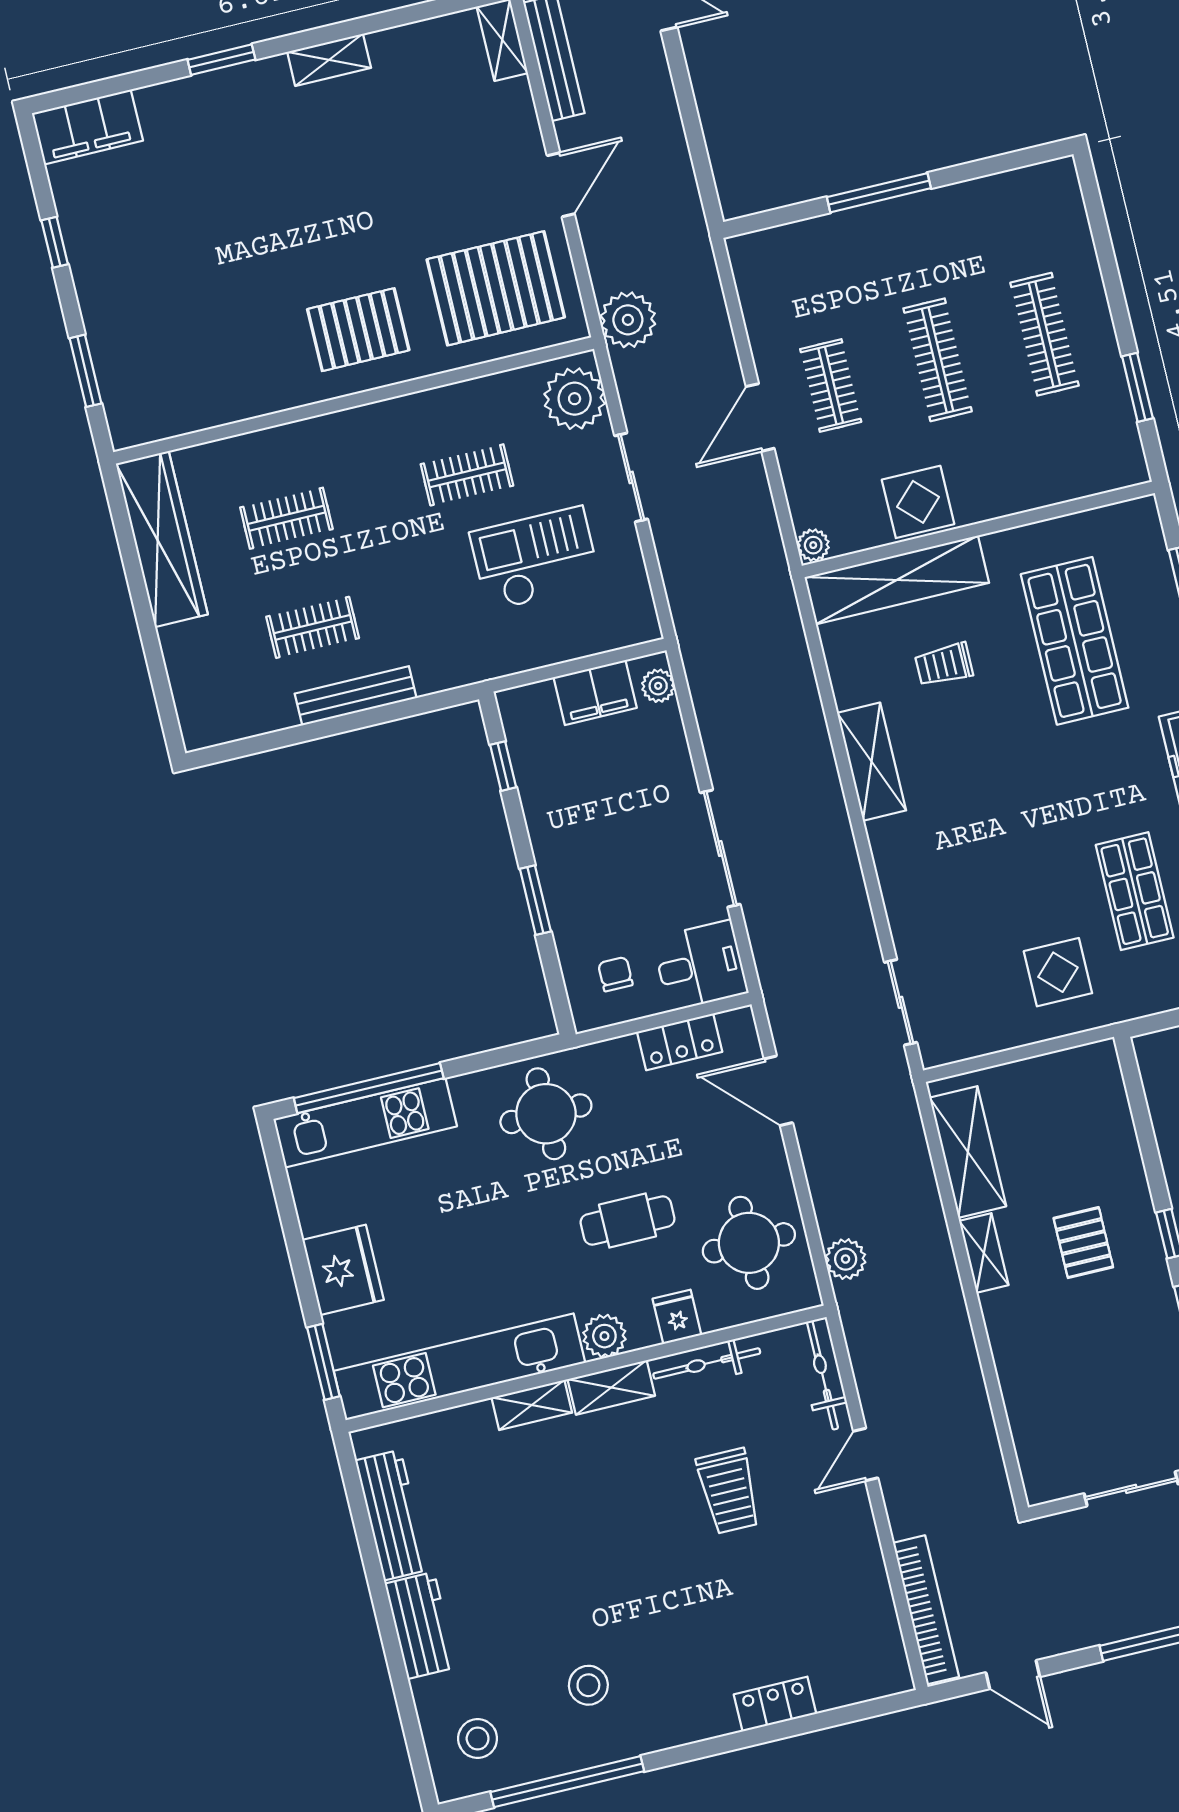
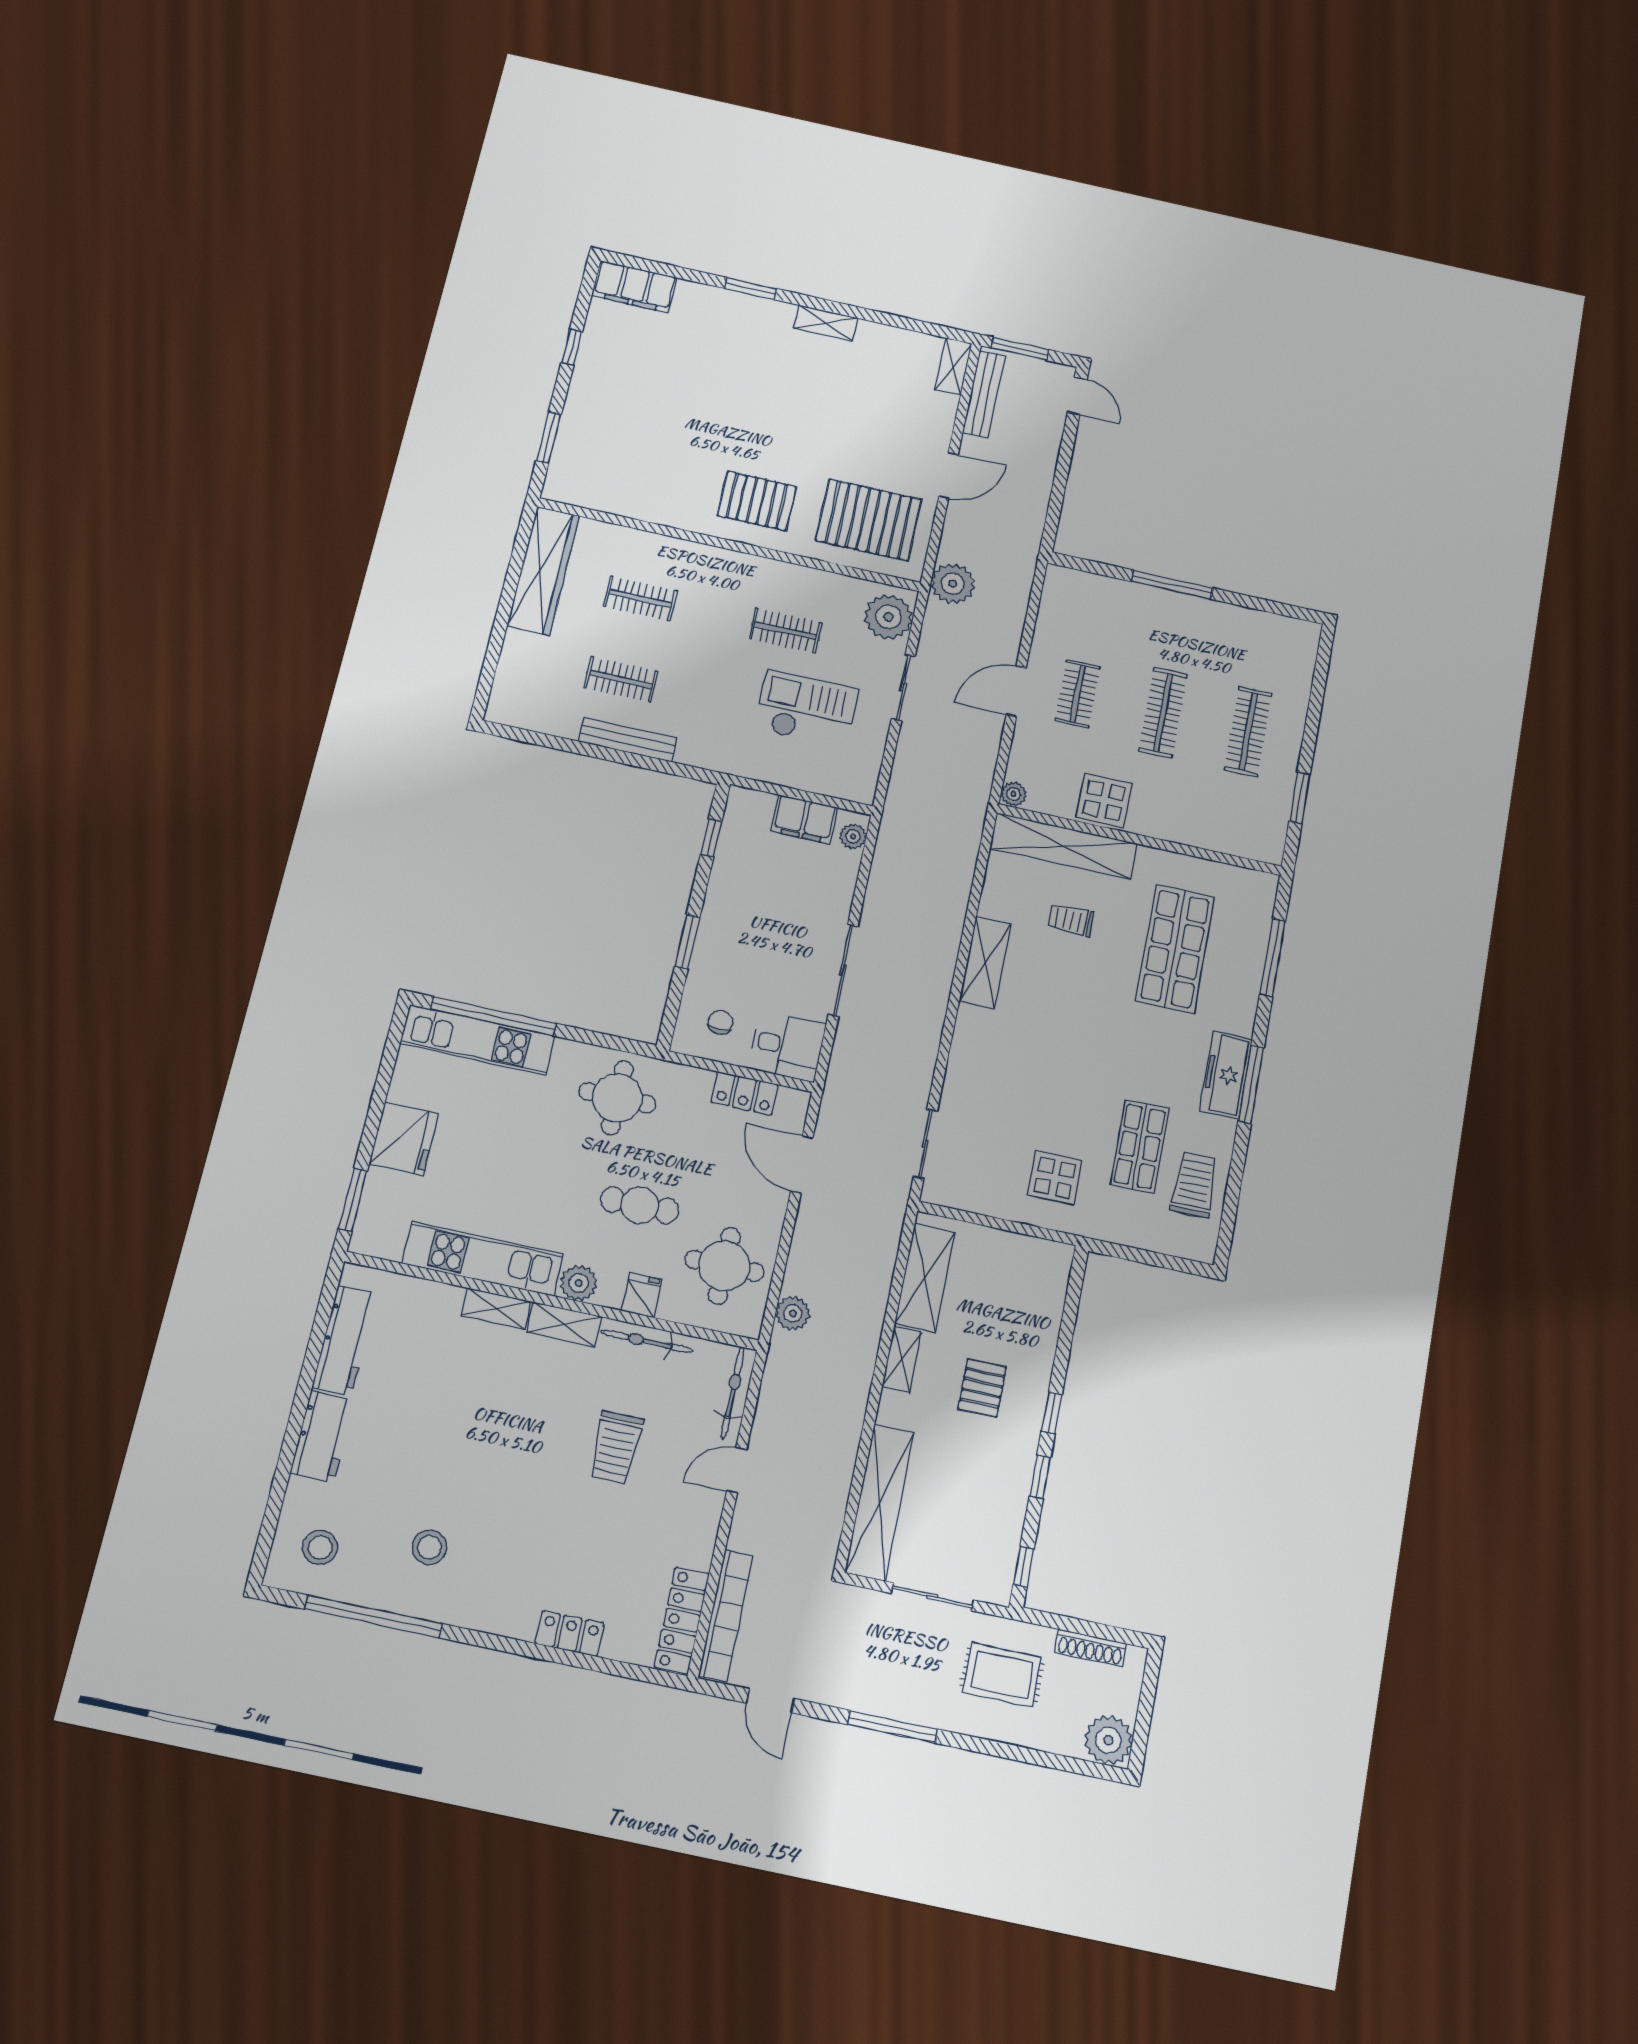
kitchen unit: (460, 1367) -> (483, 1259), width x0.73
shelving: (1031, 1416) -> (880, 1502), added
locker: (883, 1636) -> (682, 1620), added

